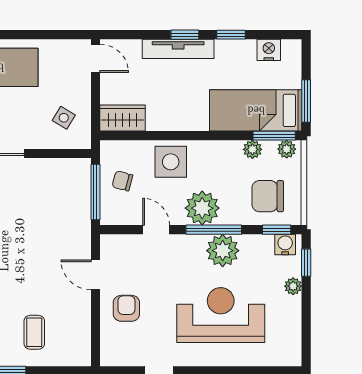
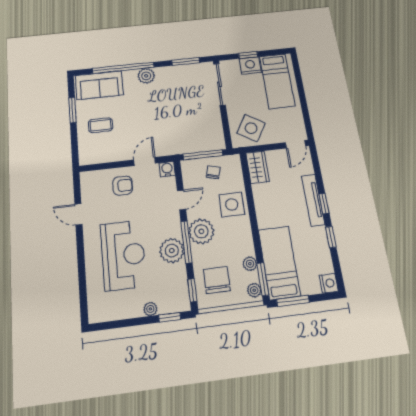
nightstand: (269, 50) -> (329, 283), moved
side table: (64, 118) -> (251, 128), width x1.87, depth x1.87
water cooler: (285, 245) -> (167, 169), moved, turned -90

